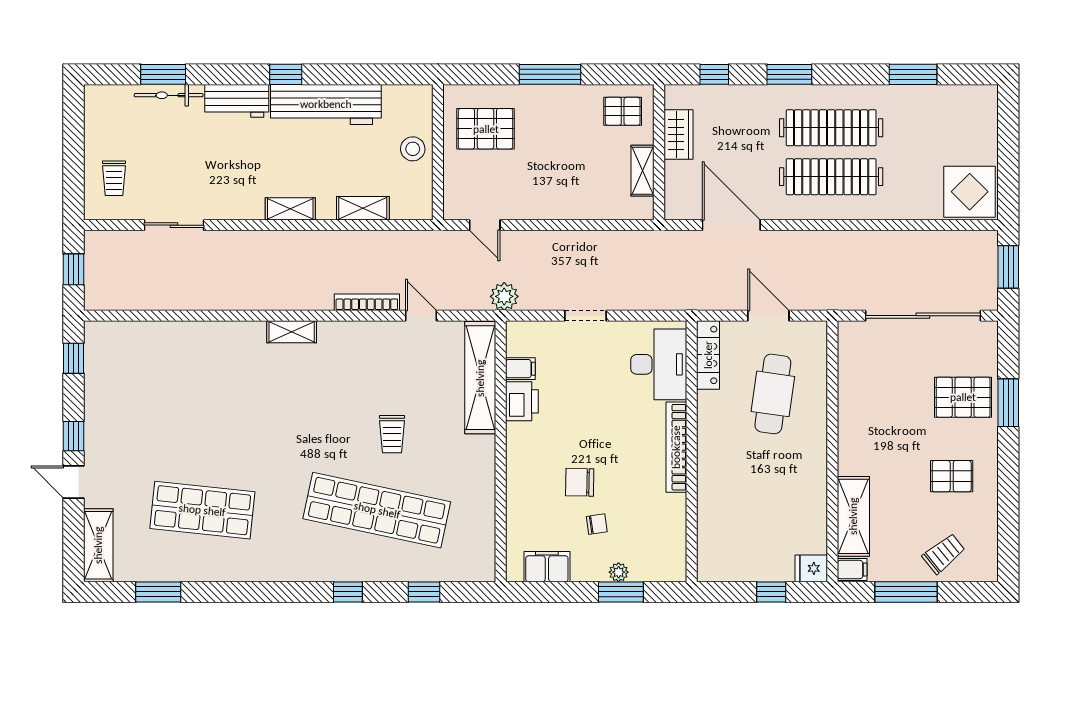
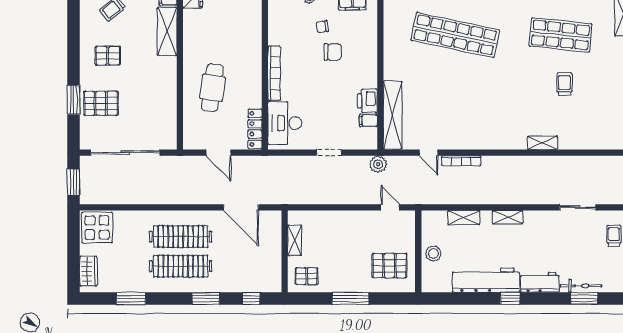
wardrobe: (678, 135) -> (88, 271), moved, turned 180
shelving: (292, 332) -> (543, 143), moved
cafe table: (773, 394) -> (212, 88), moved
trolley: (392, 434) -> (564, 84), moved

